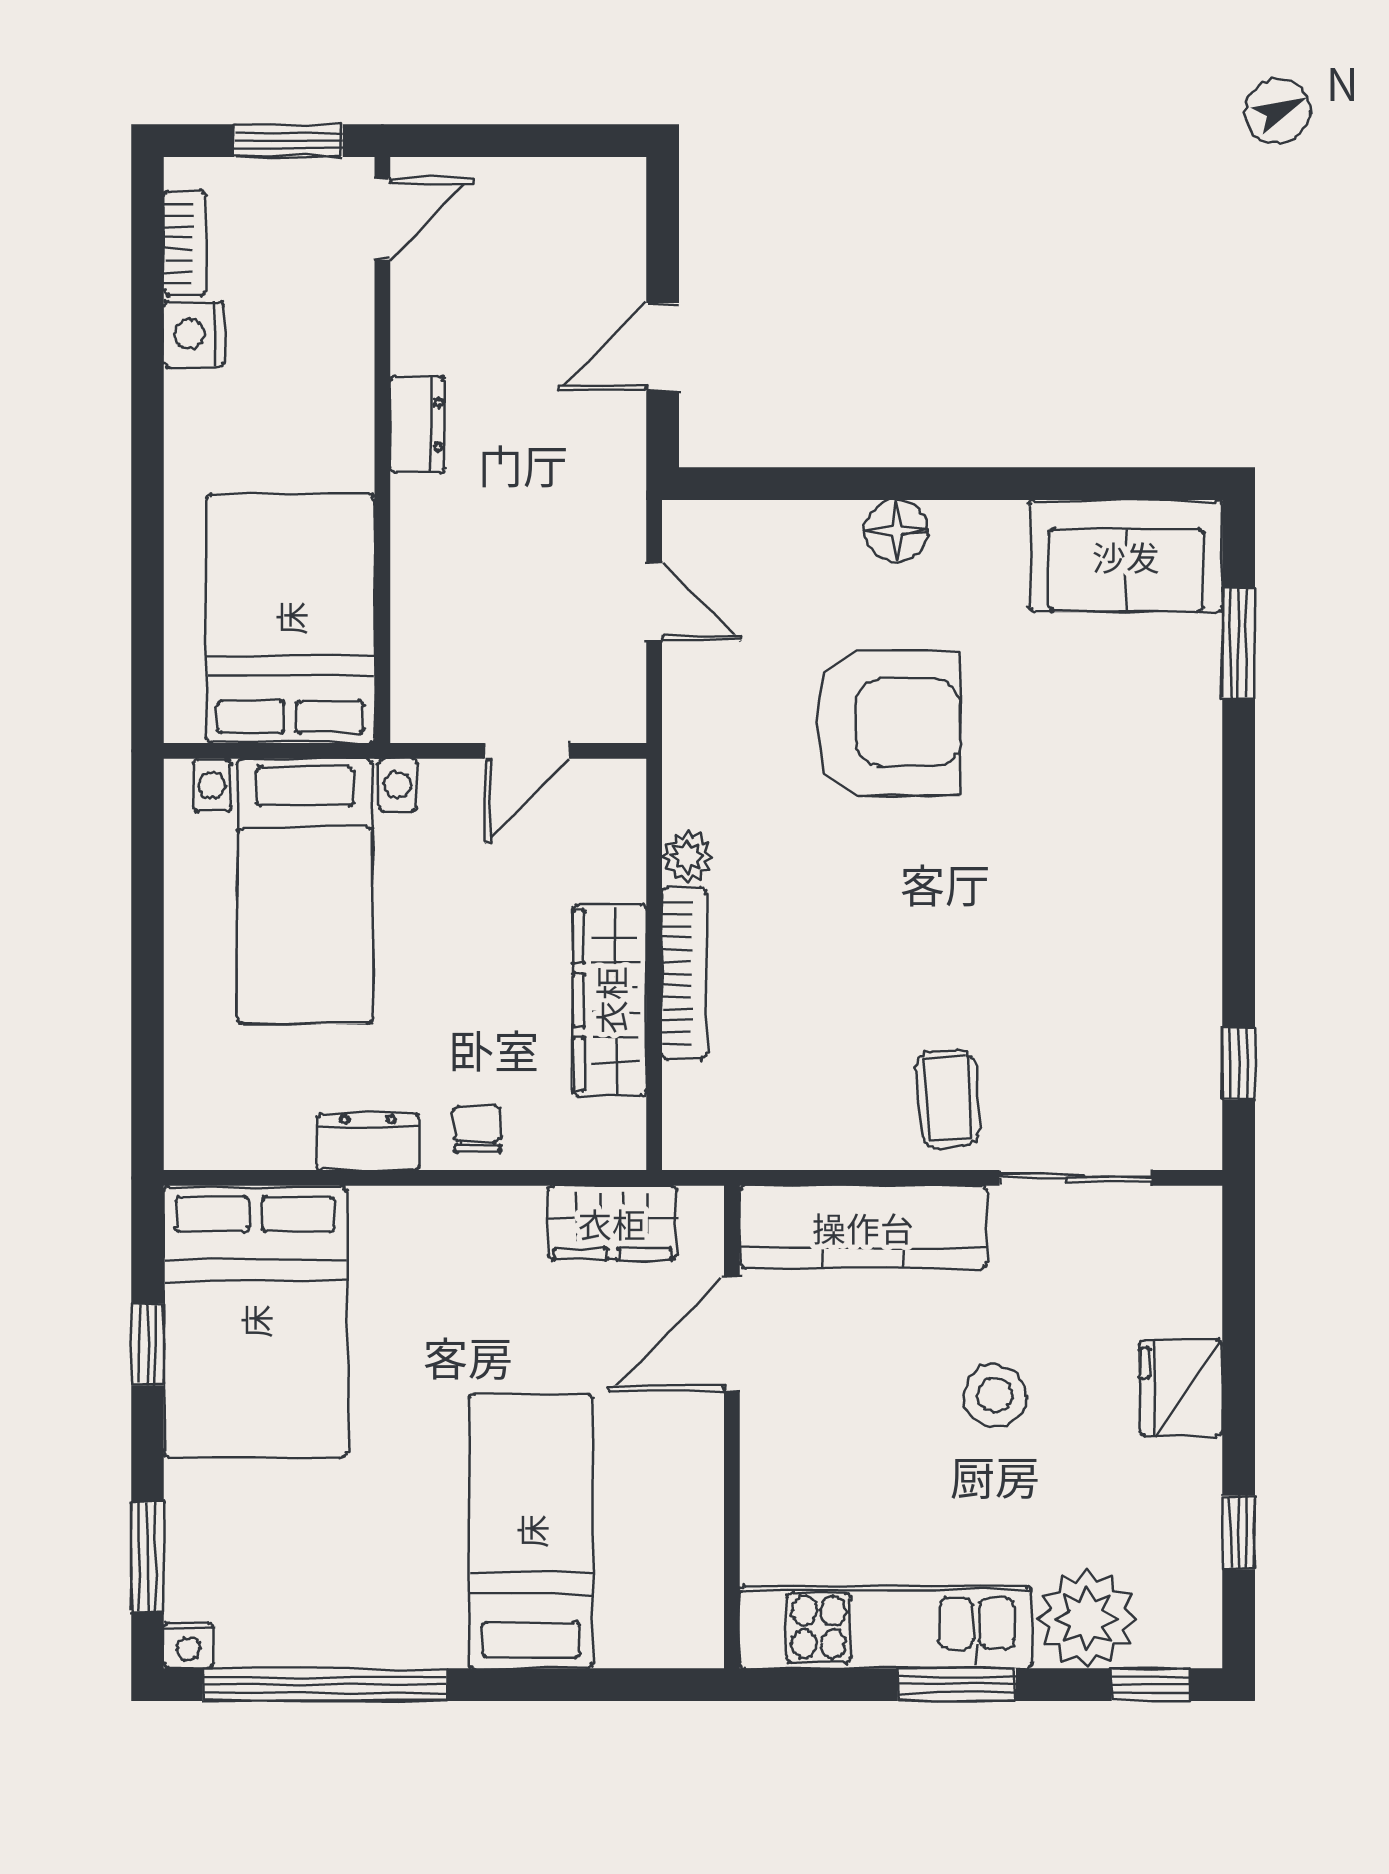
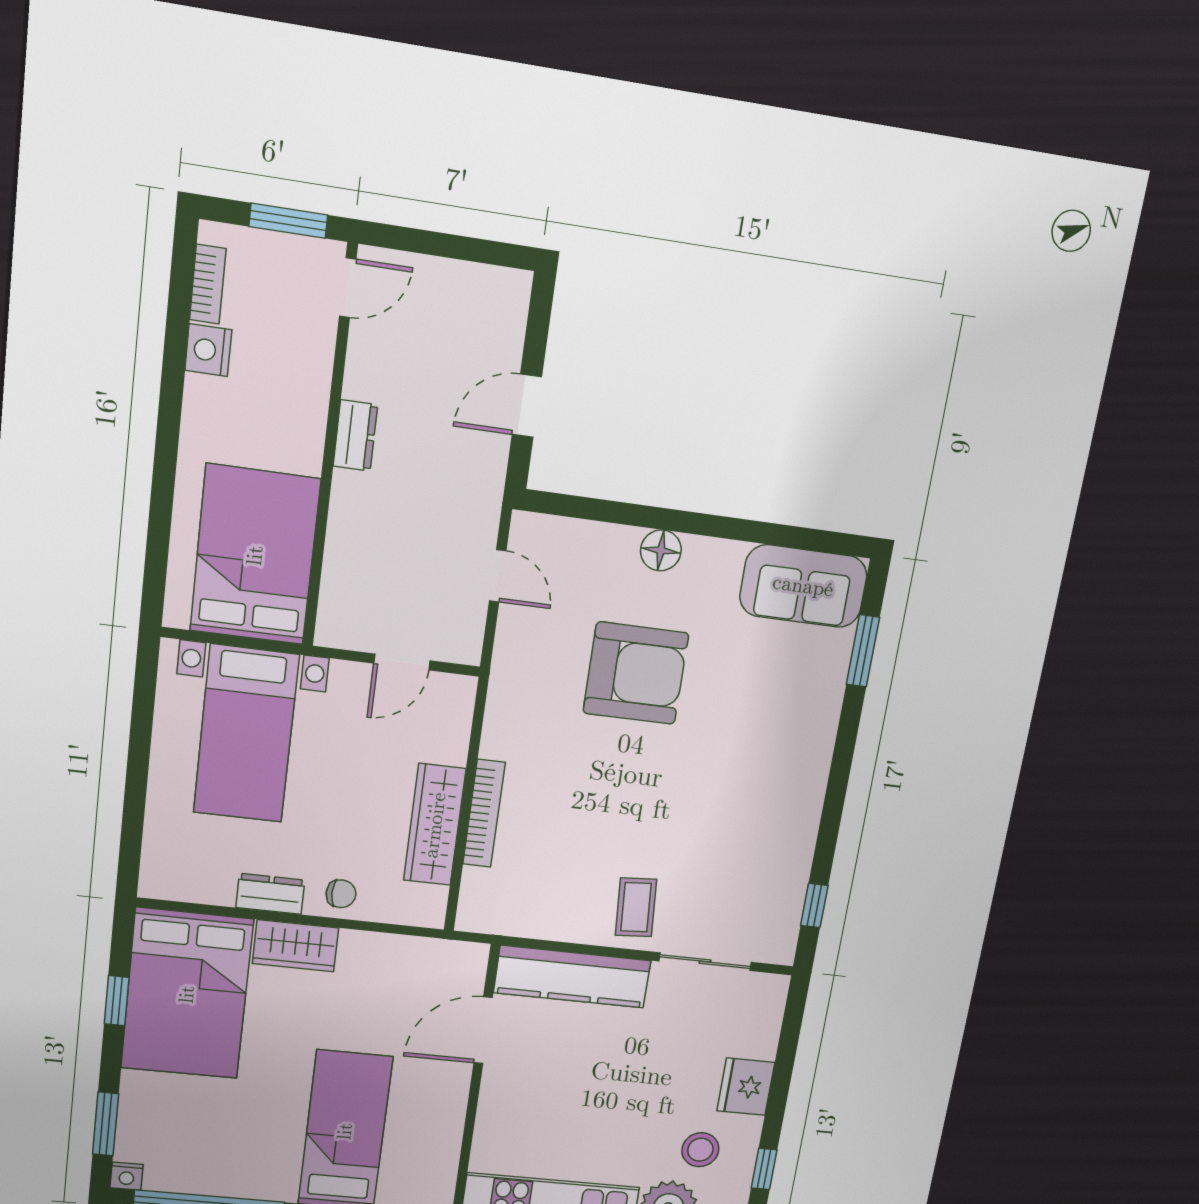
plant: (687, 857) -> (496, 742), removed
chair: (478, 1129) -> (341, 894), turned 90
wardrobe: (612, 1223) -> (295, 946), moved
stool: (995, 1395) -> (700, 1150), moved

